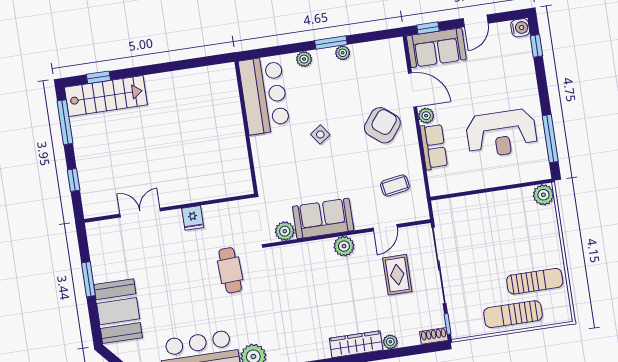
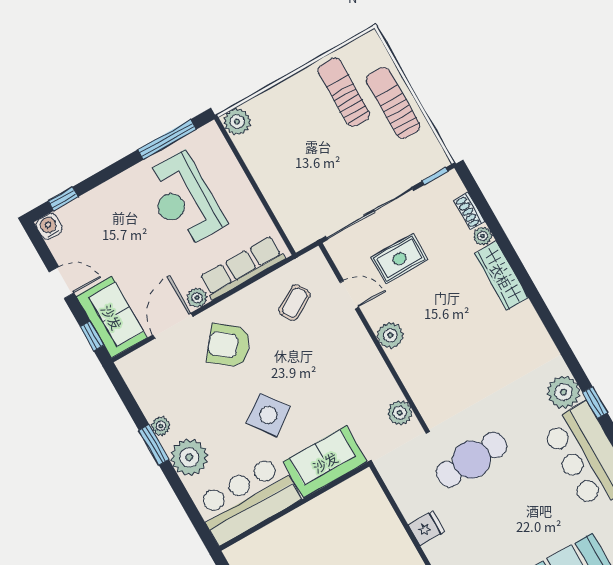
plant: (304, 59) -> (189, 457), width x1.88, depth x1.88
side table: (320, 134) -> (268, 415), width x1.87, depth x1.87
reception desk: (502, 134) -> (184, 200), turned 180
row of seats: (434, 147) -> (242, 268), width x1.48
coffee table: (395, 186) -> (295, 303), turned 69
sofa: (323, 218) -> (325, 462), moved, turned 90
cafe table: (230, 270) -> (471, 460), width x1.37, depth x1.35
sun lounger: (513, 314) -> (393, 103), turned 180
shoe rack: (434, 336) -> (469, 211), moved

